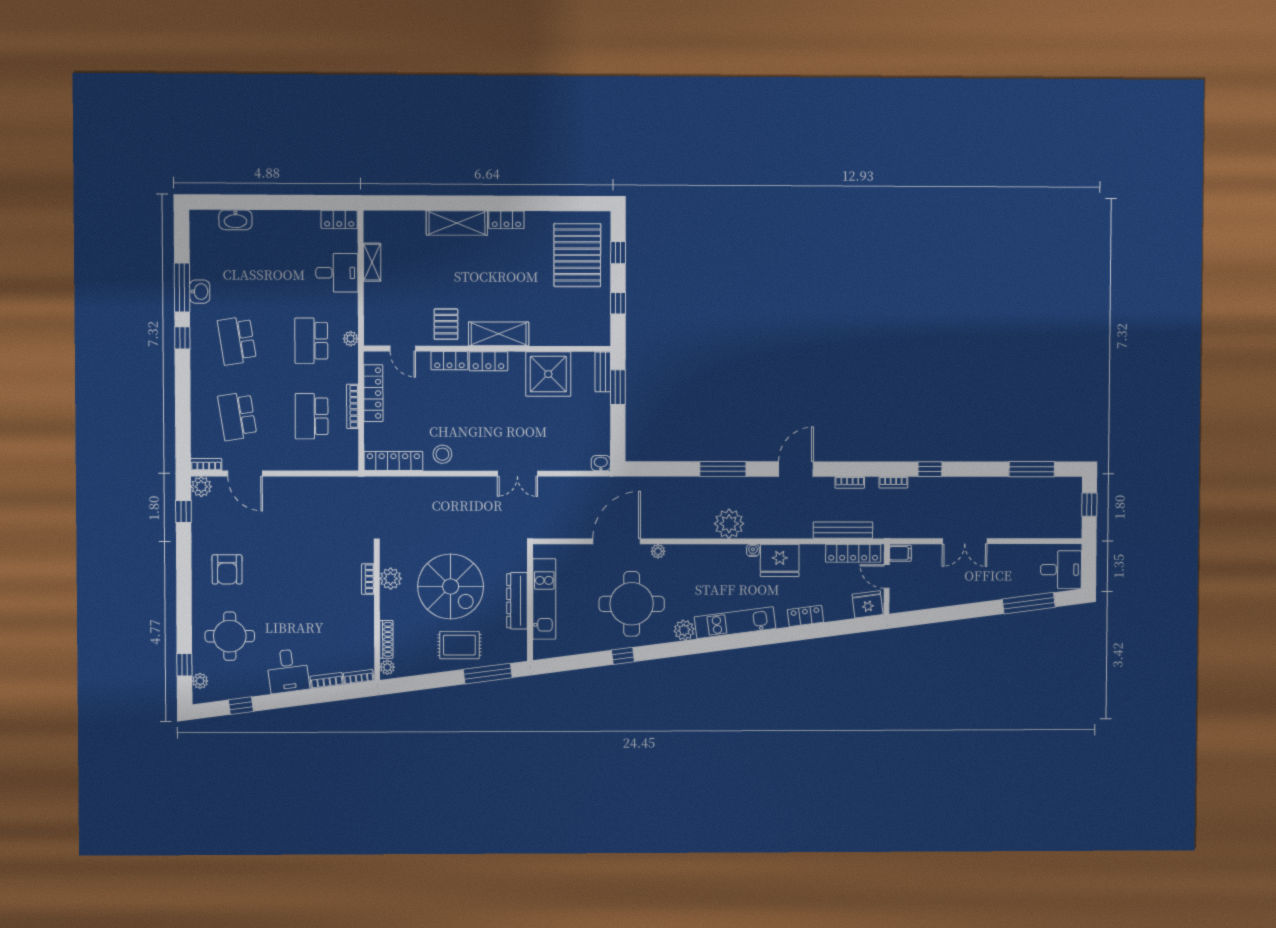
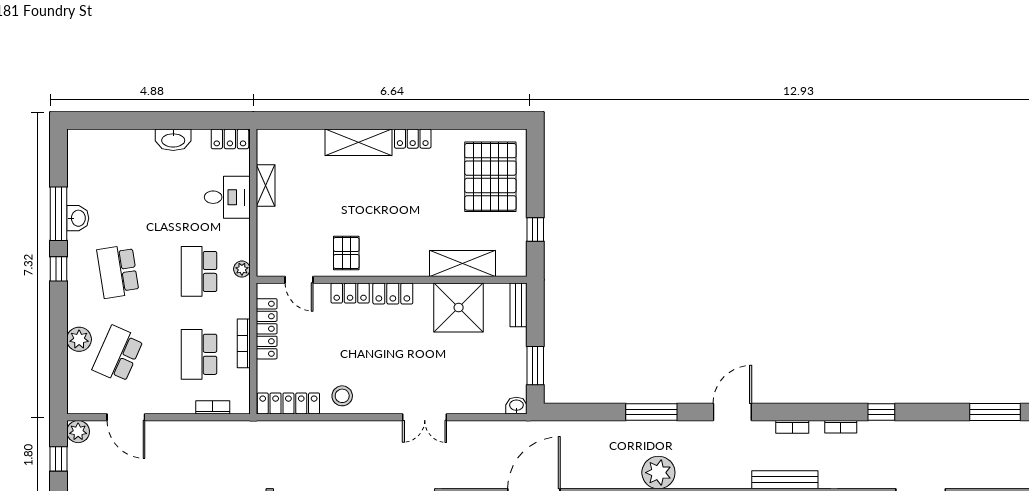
washbasin: (235, 220) -> (173, 140), moved
window: (618, 253) -> (535, 174), removed
shelving: (499, 334) -> (462, 264), moved
window: (618, 387) -> (535, 366), moved
plant: (202, 402) -> (79, 339), added
school desk: (237, 416) -> (118, 354), turned 33
bookcase: (206, 464) -> (213, 407), moved

